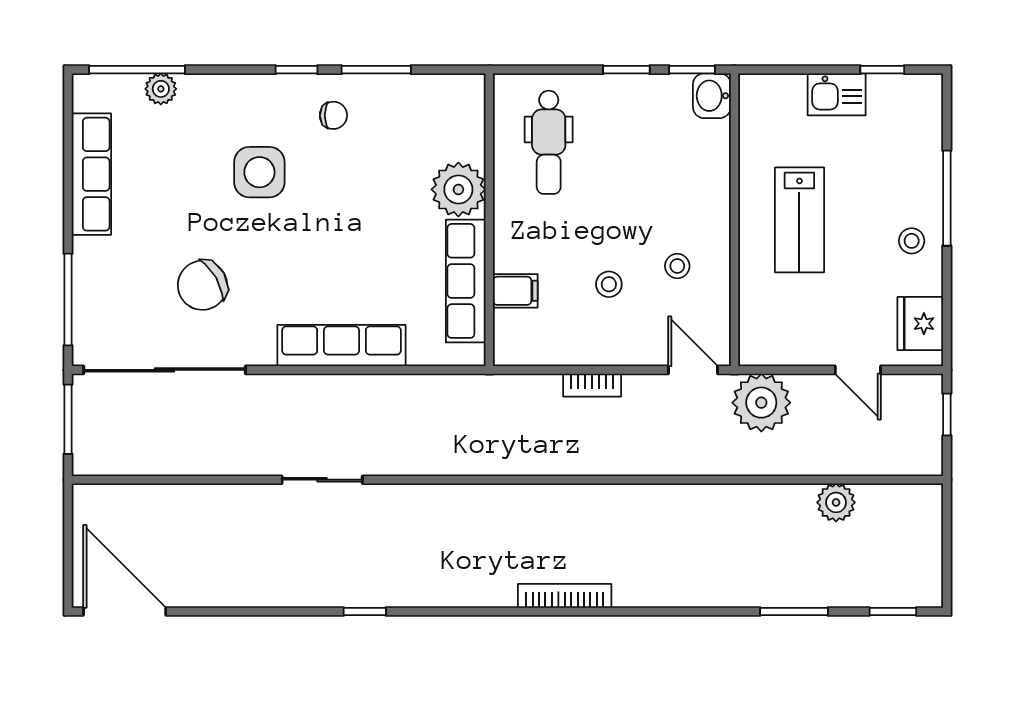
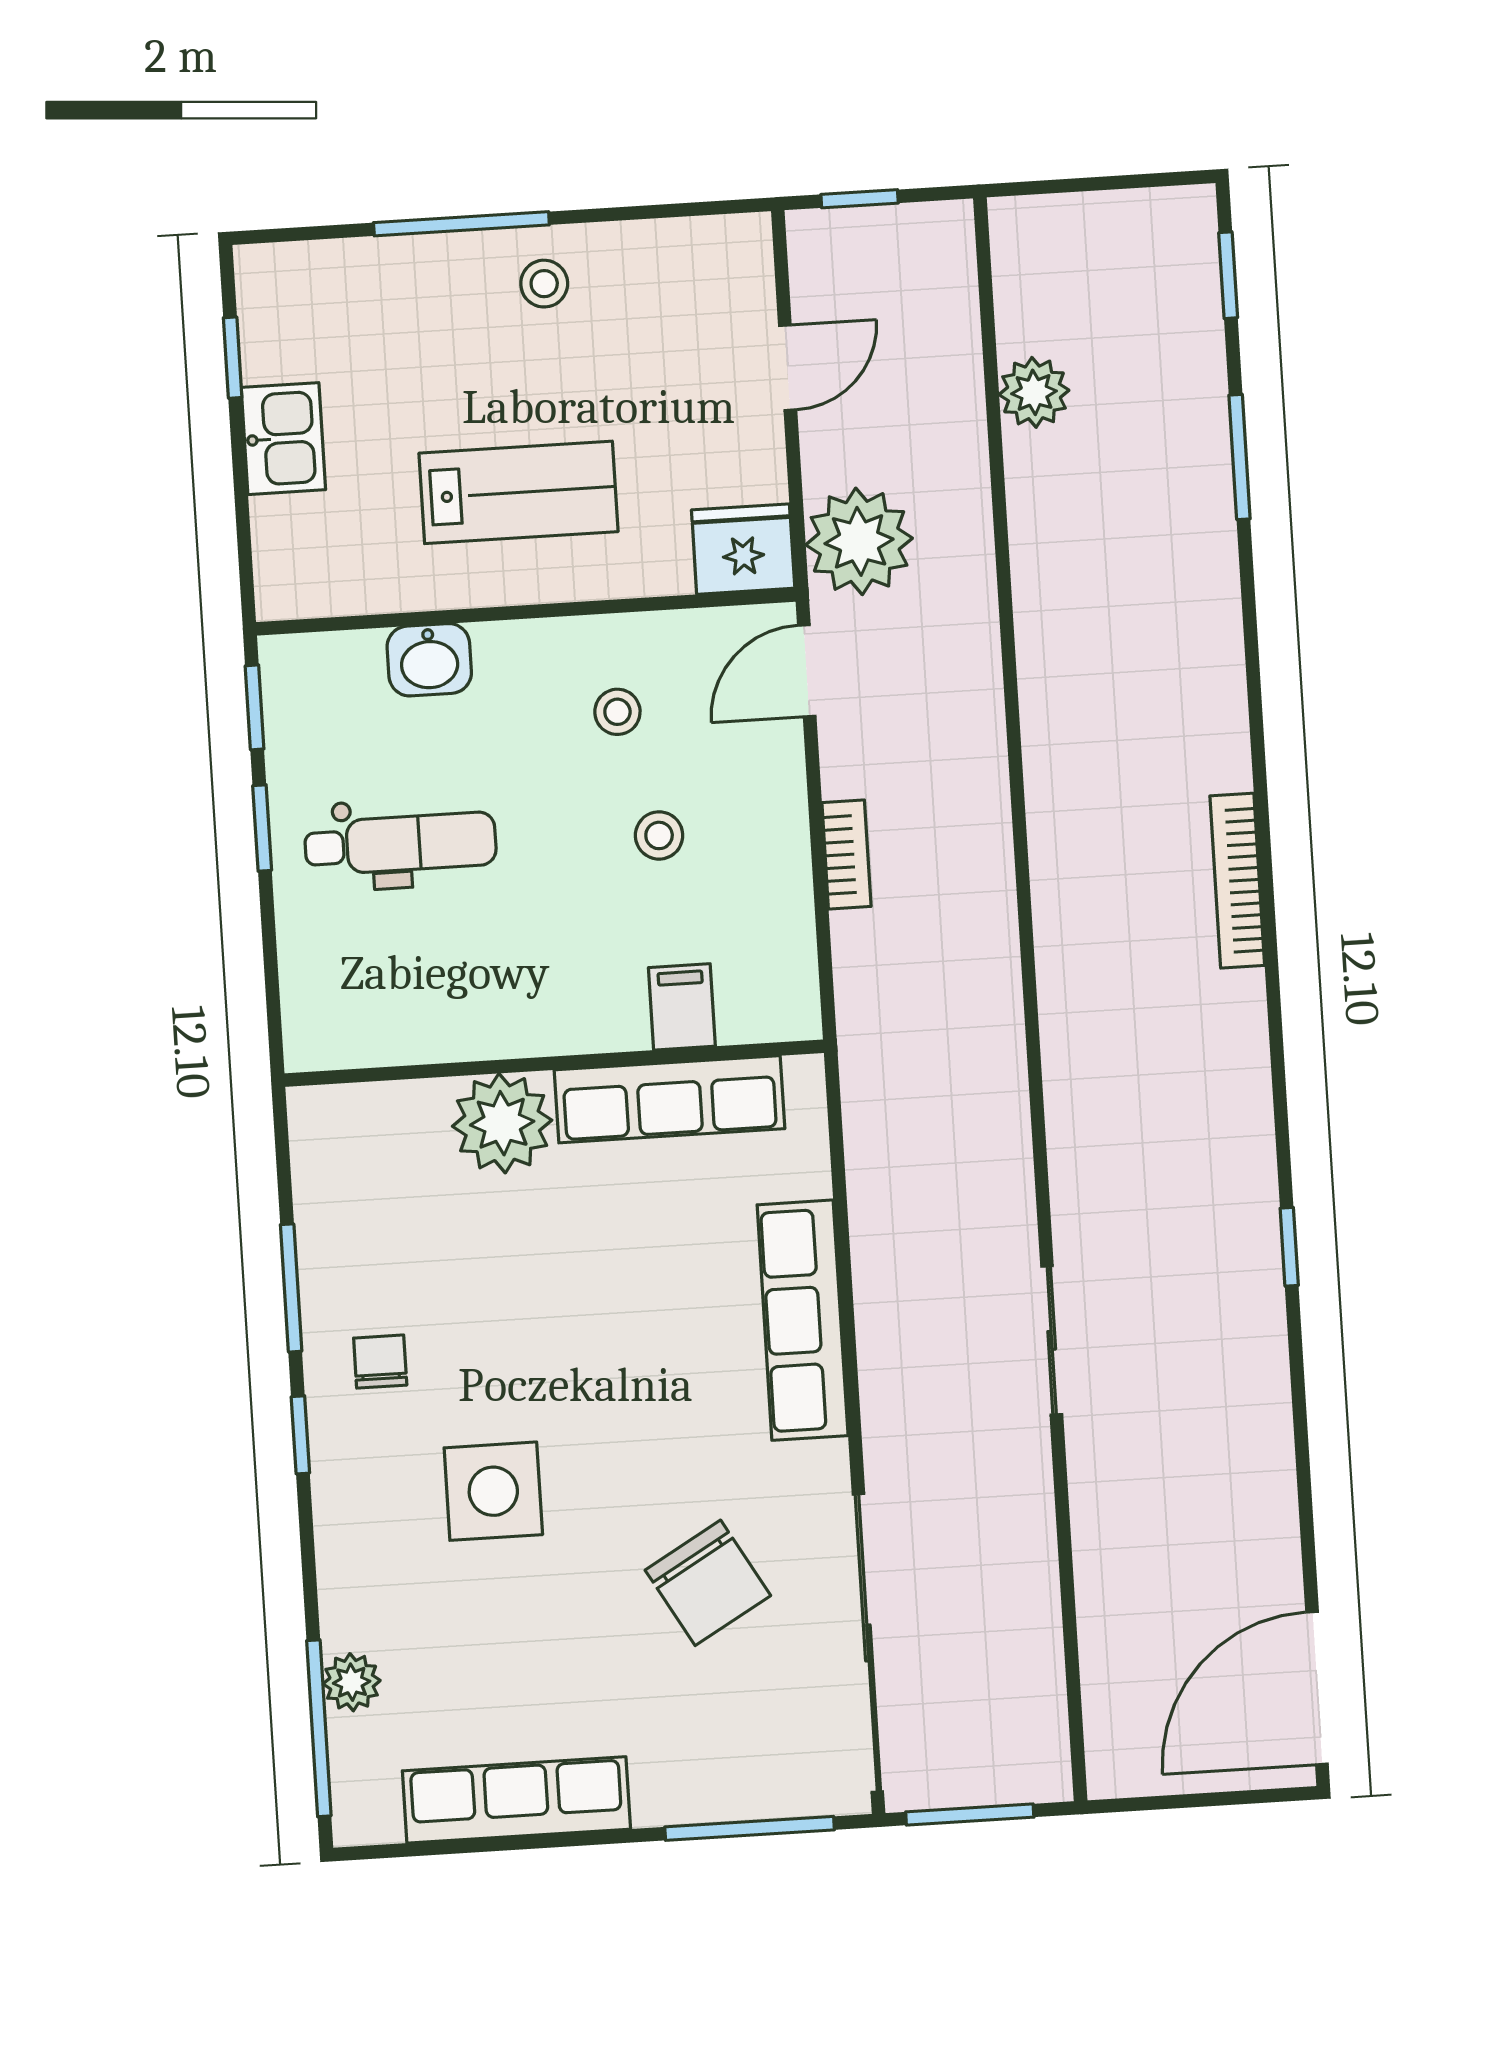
washbasin: (712, 96) -> (429, 660), moved
dental chair: (549, 142) -> (400, 844), moved
fridge: (920, 324) -> (743, 549), moved, turned 180

